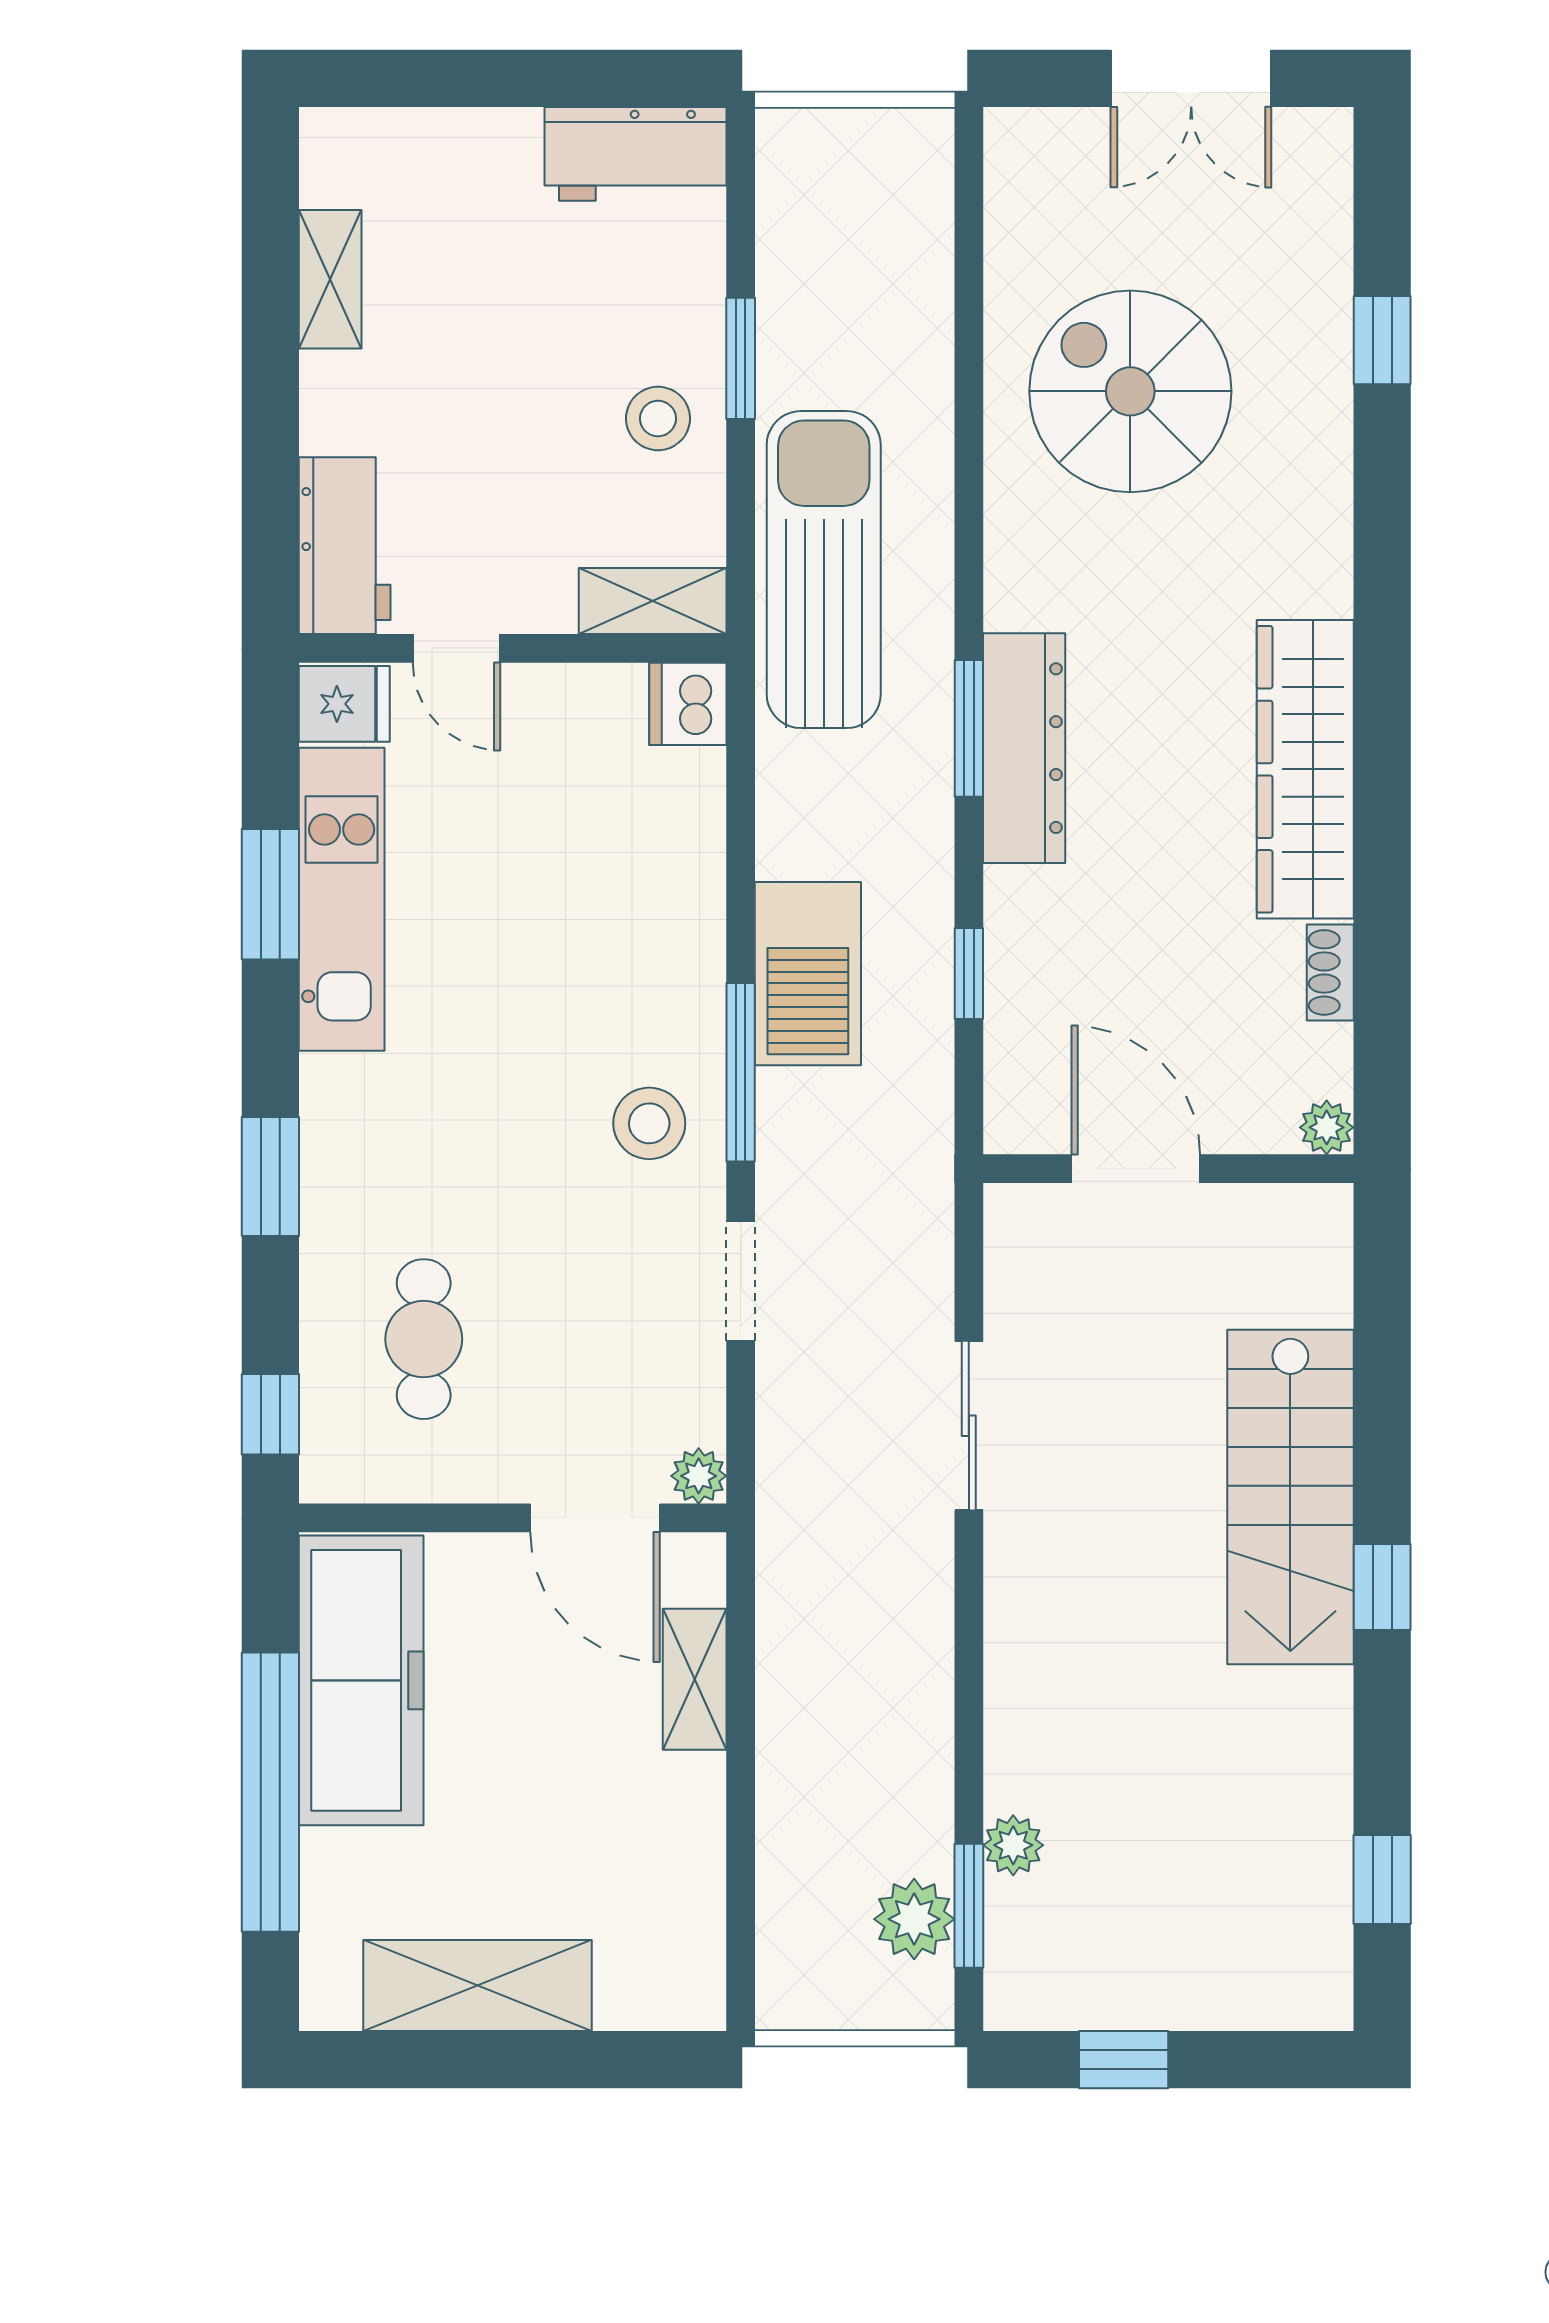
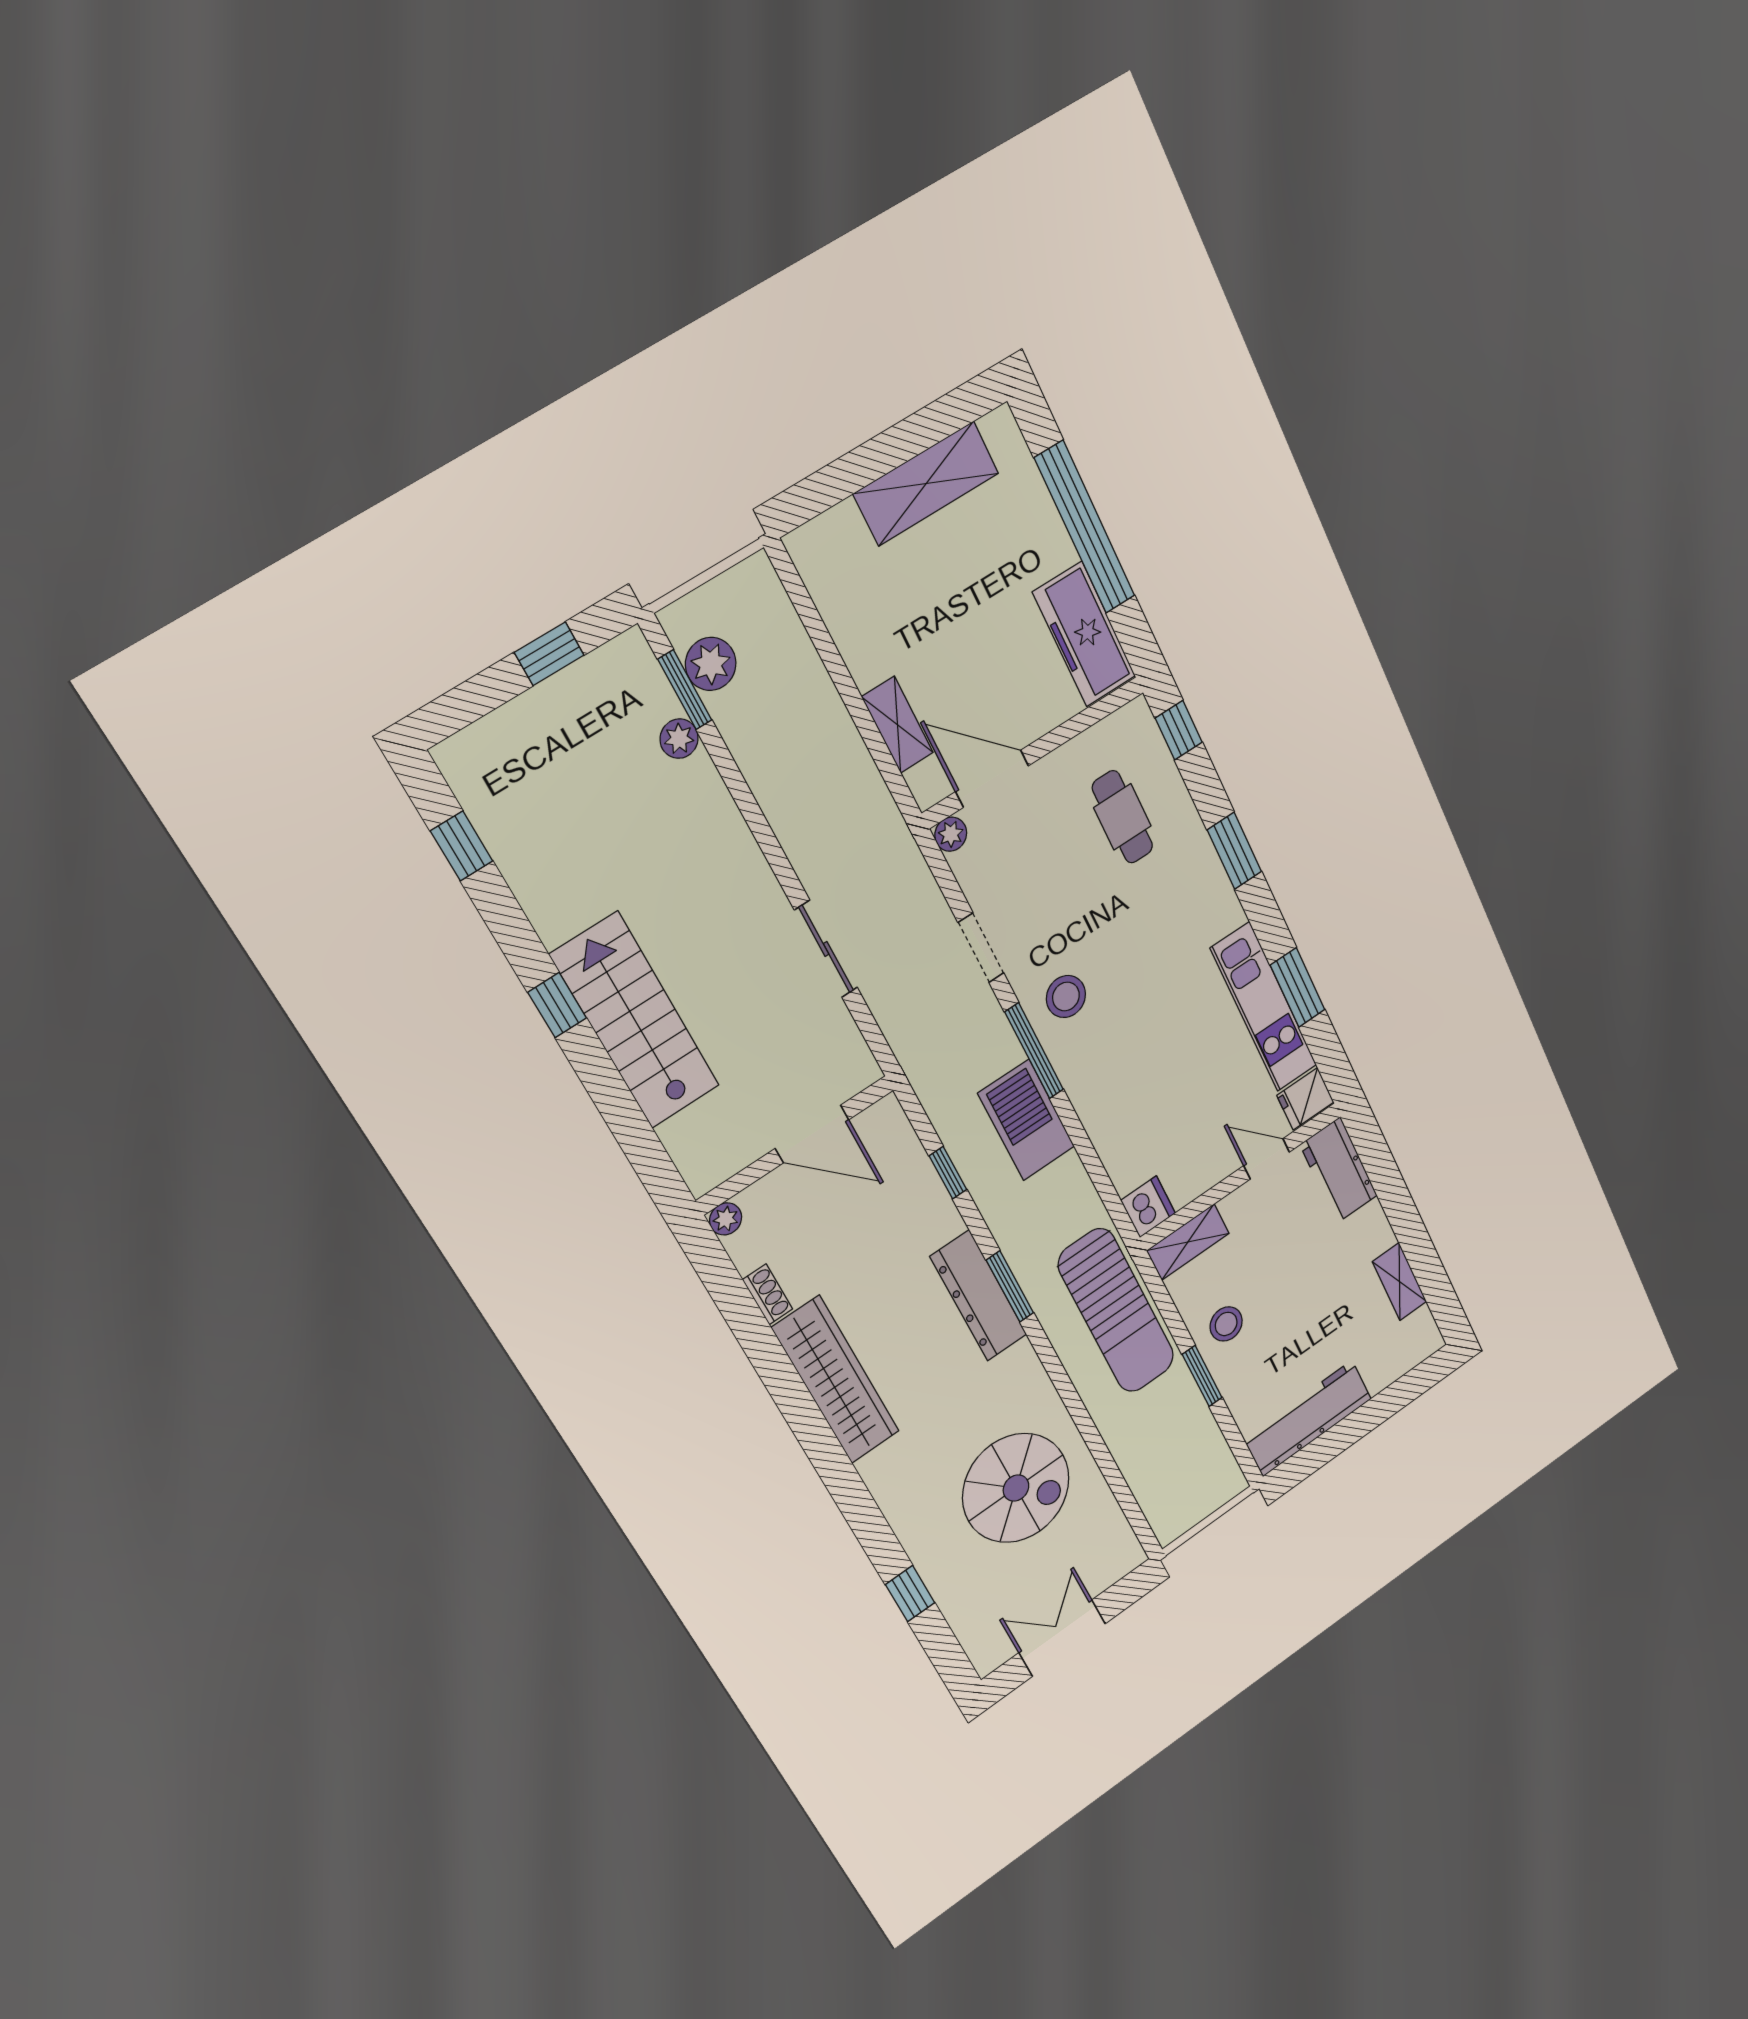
workbench: (636, 154) -> (1308, 1418), width x1.38
freezer: (361, 1680) -> (1084, 634), width x0.73, depth x0.79

